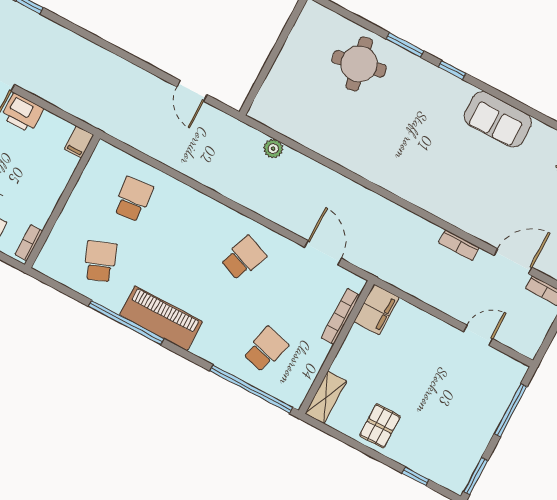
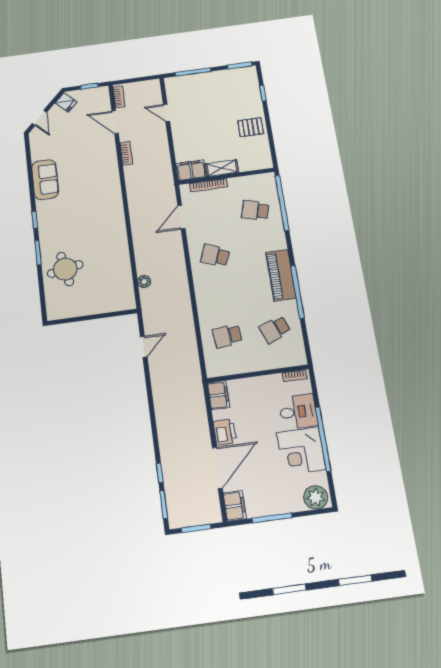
filing cabinet: (79, 142) -> (219, 395), width x2.00
shelving: (326, 397) -> (222, 168), moved

